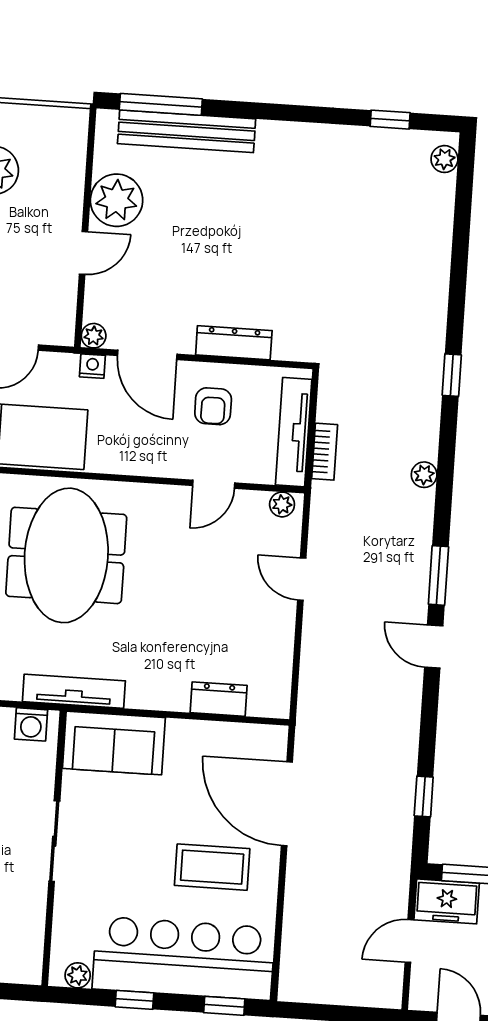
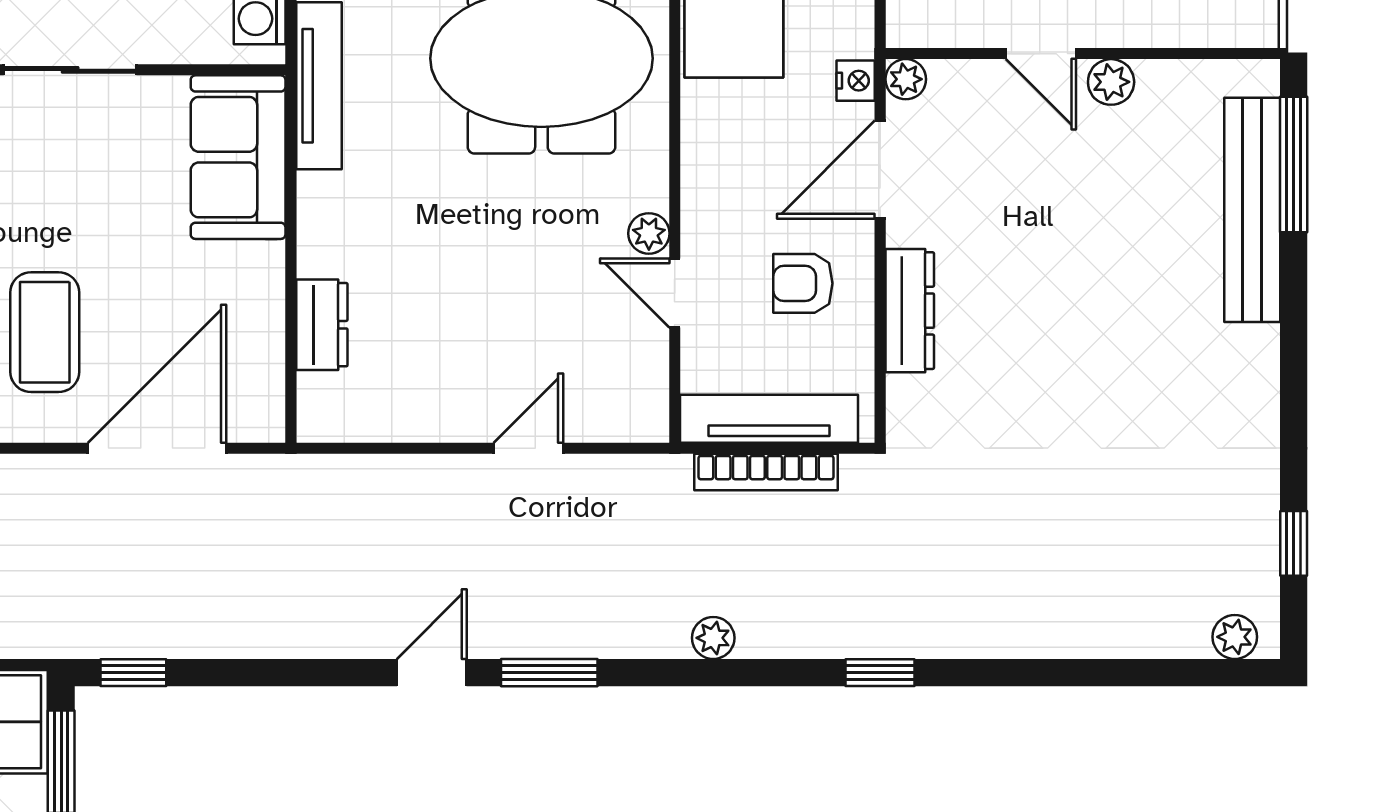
plant: (117, 200) -> (1111, 82), width x0.53, depth x0.53
bookcase: (325, 452) -> (766, 472), width x1.56
plant: (282, 504) -> (649, 233), moved
window: (424, 796) -> (133, 673), moved

